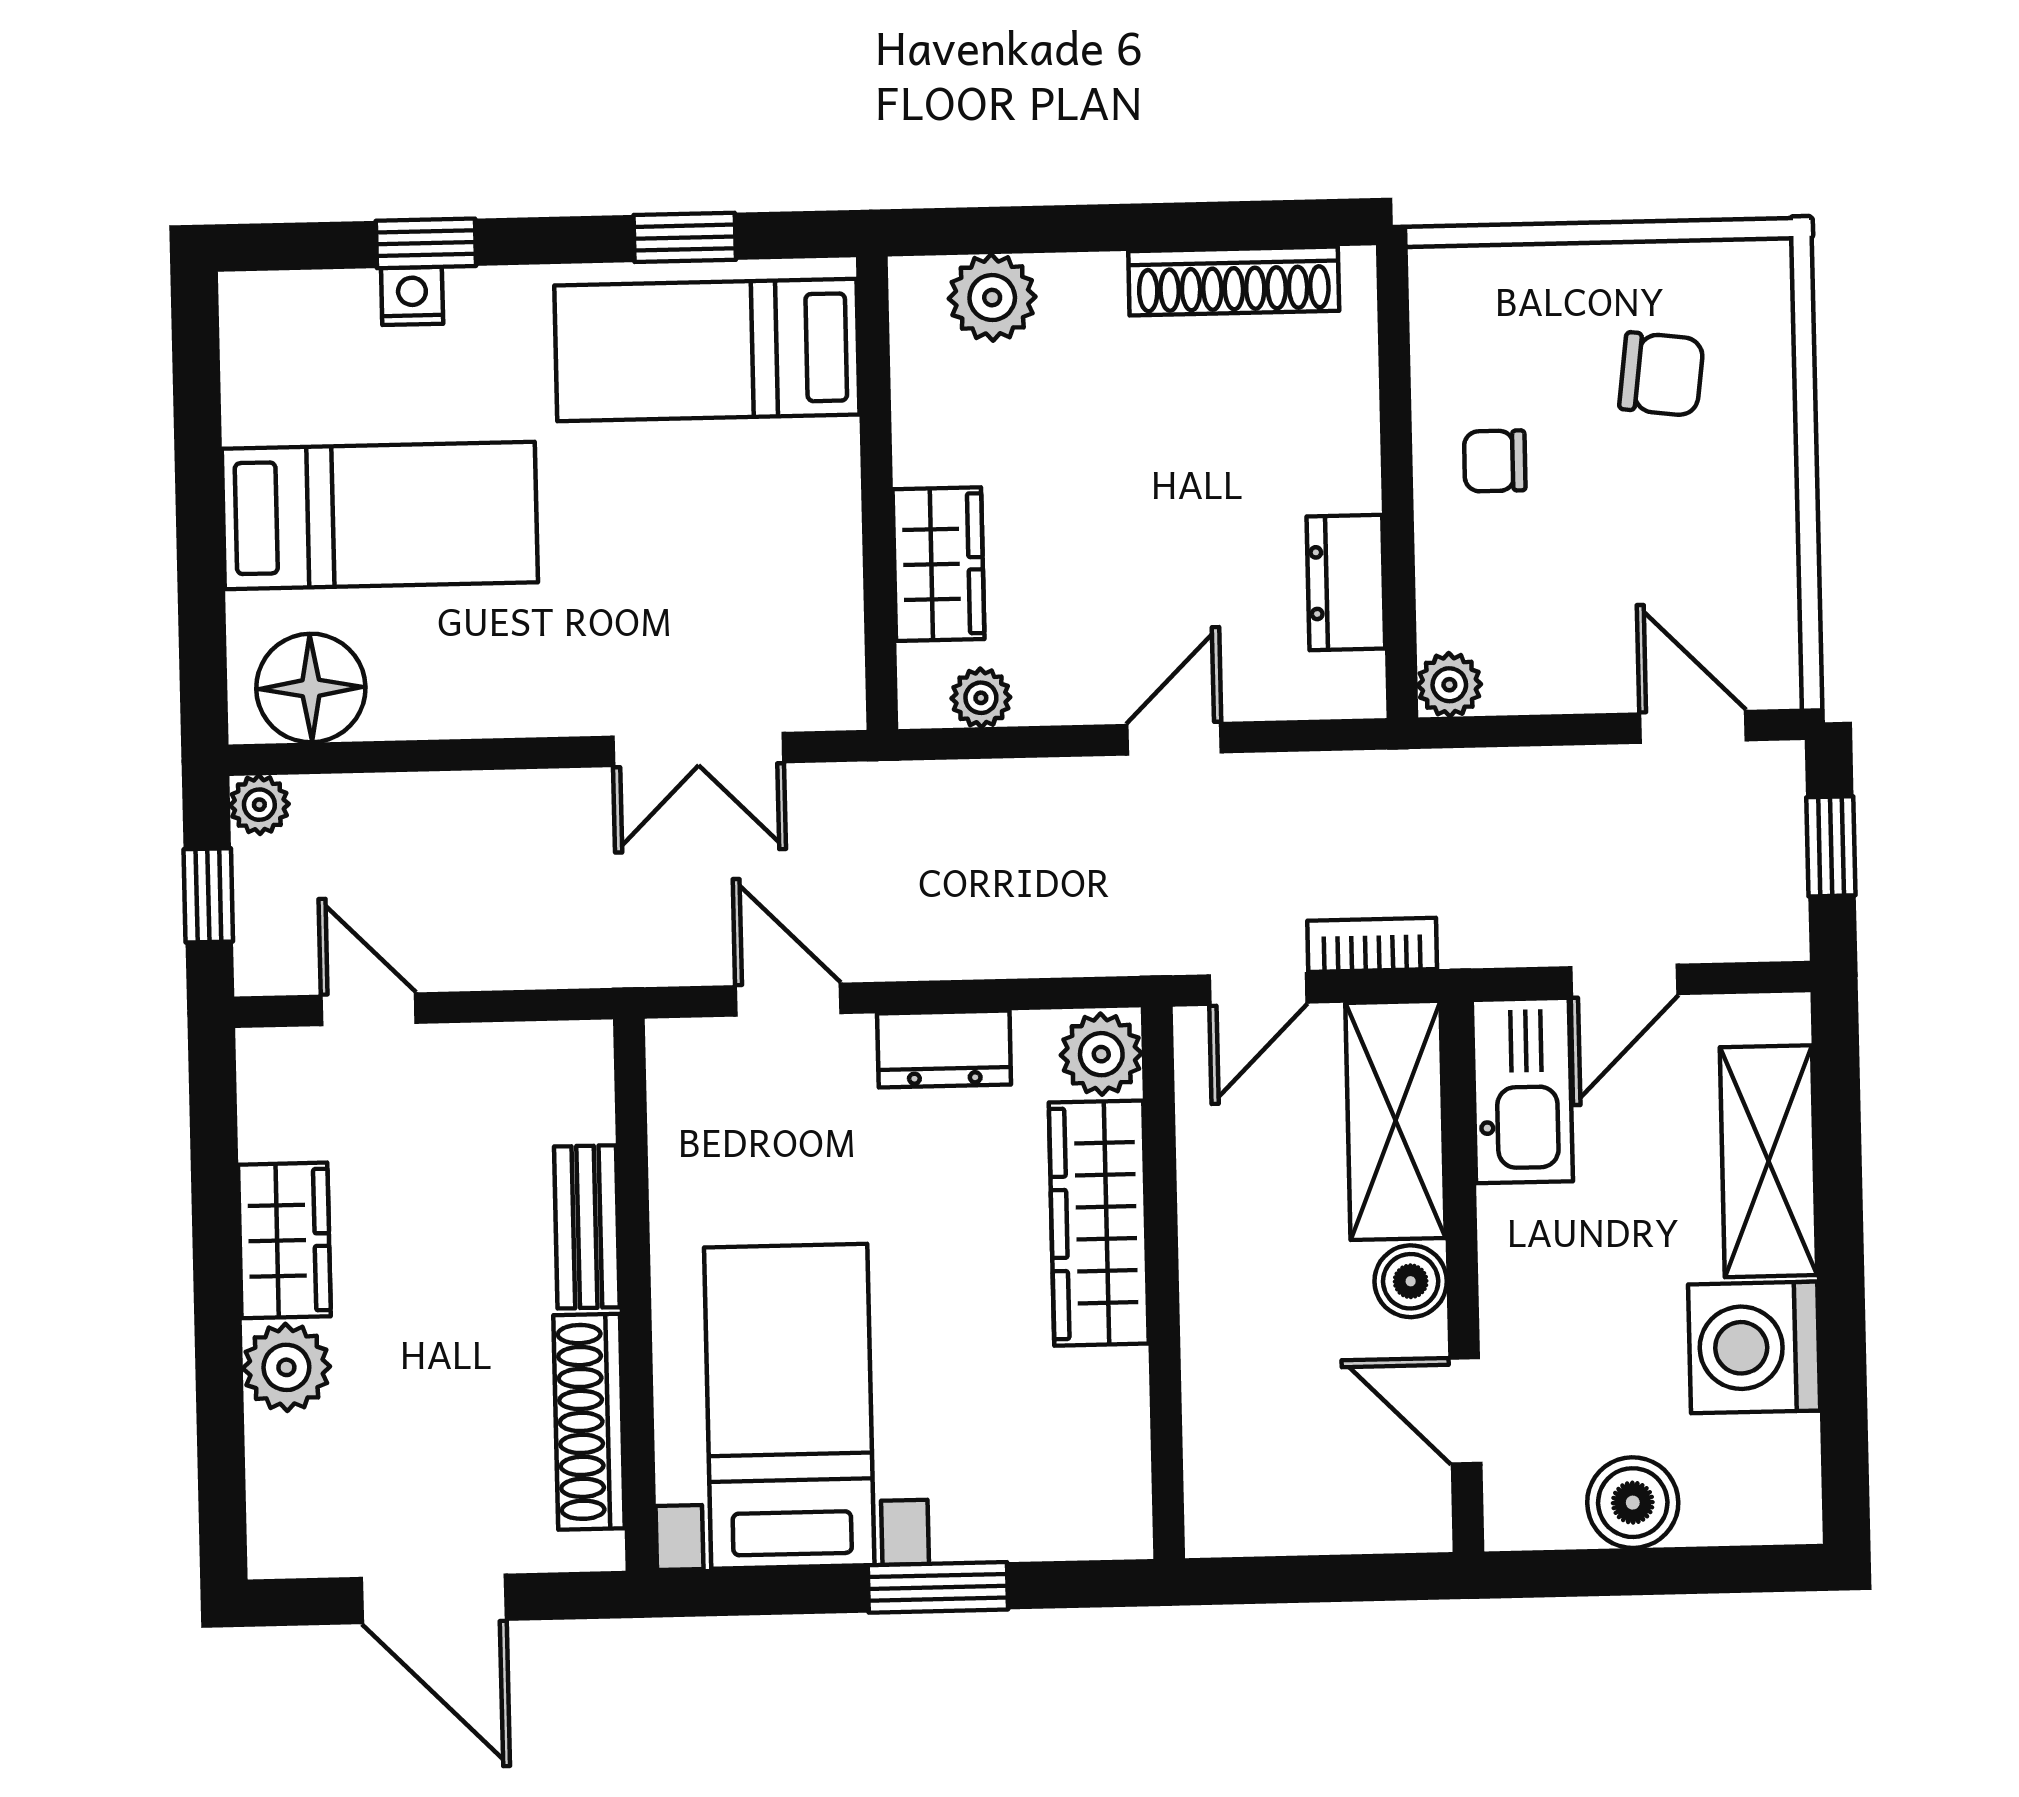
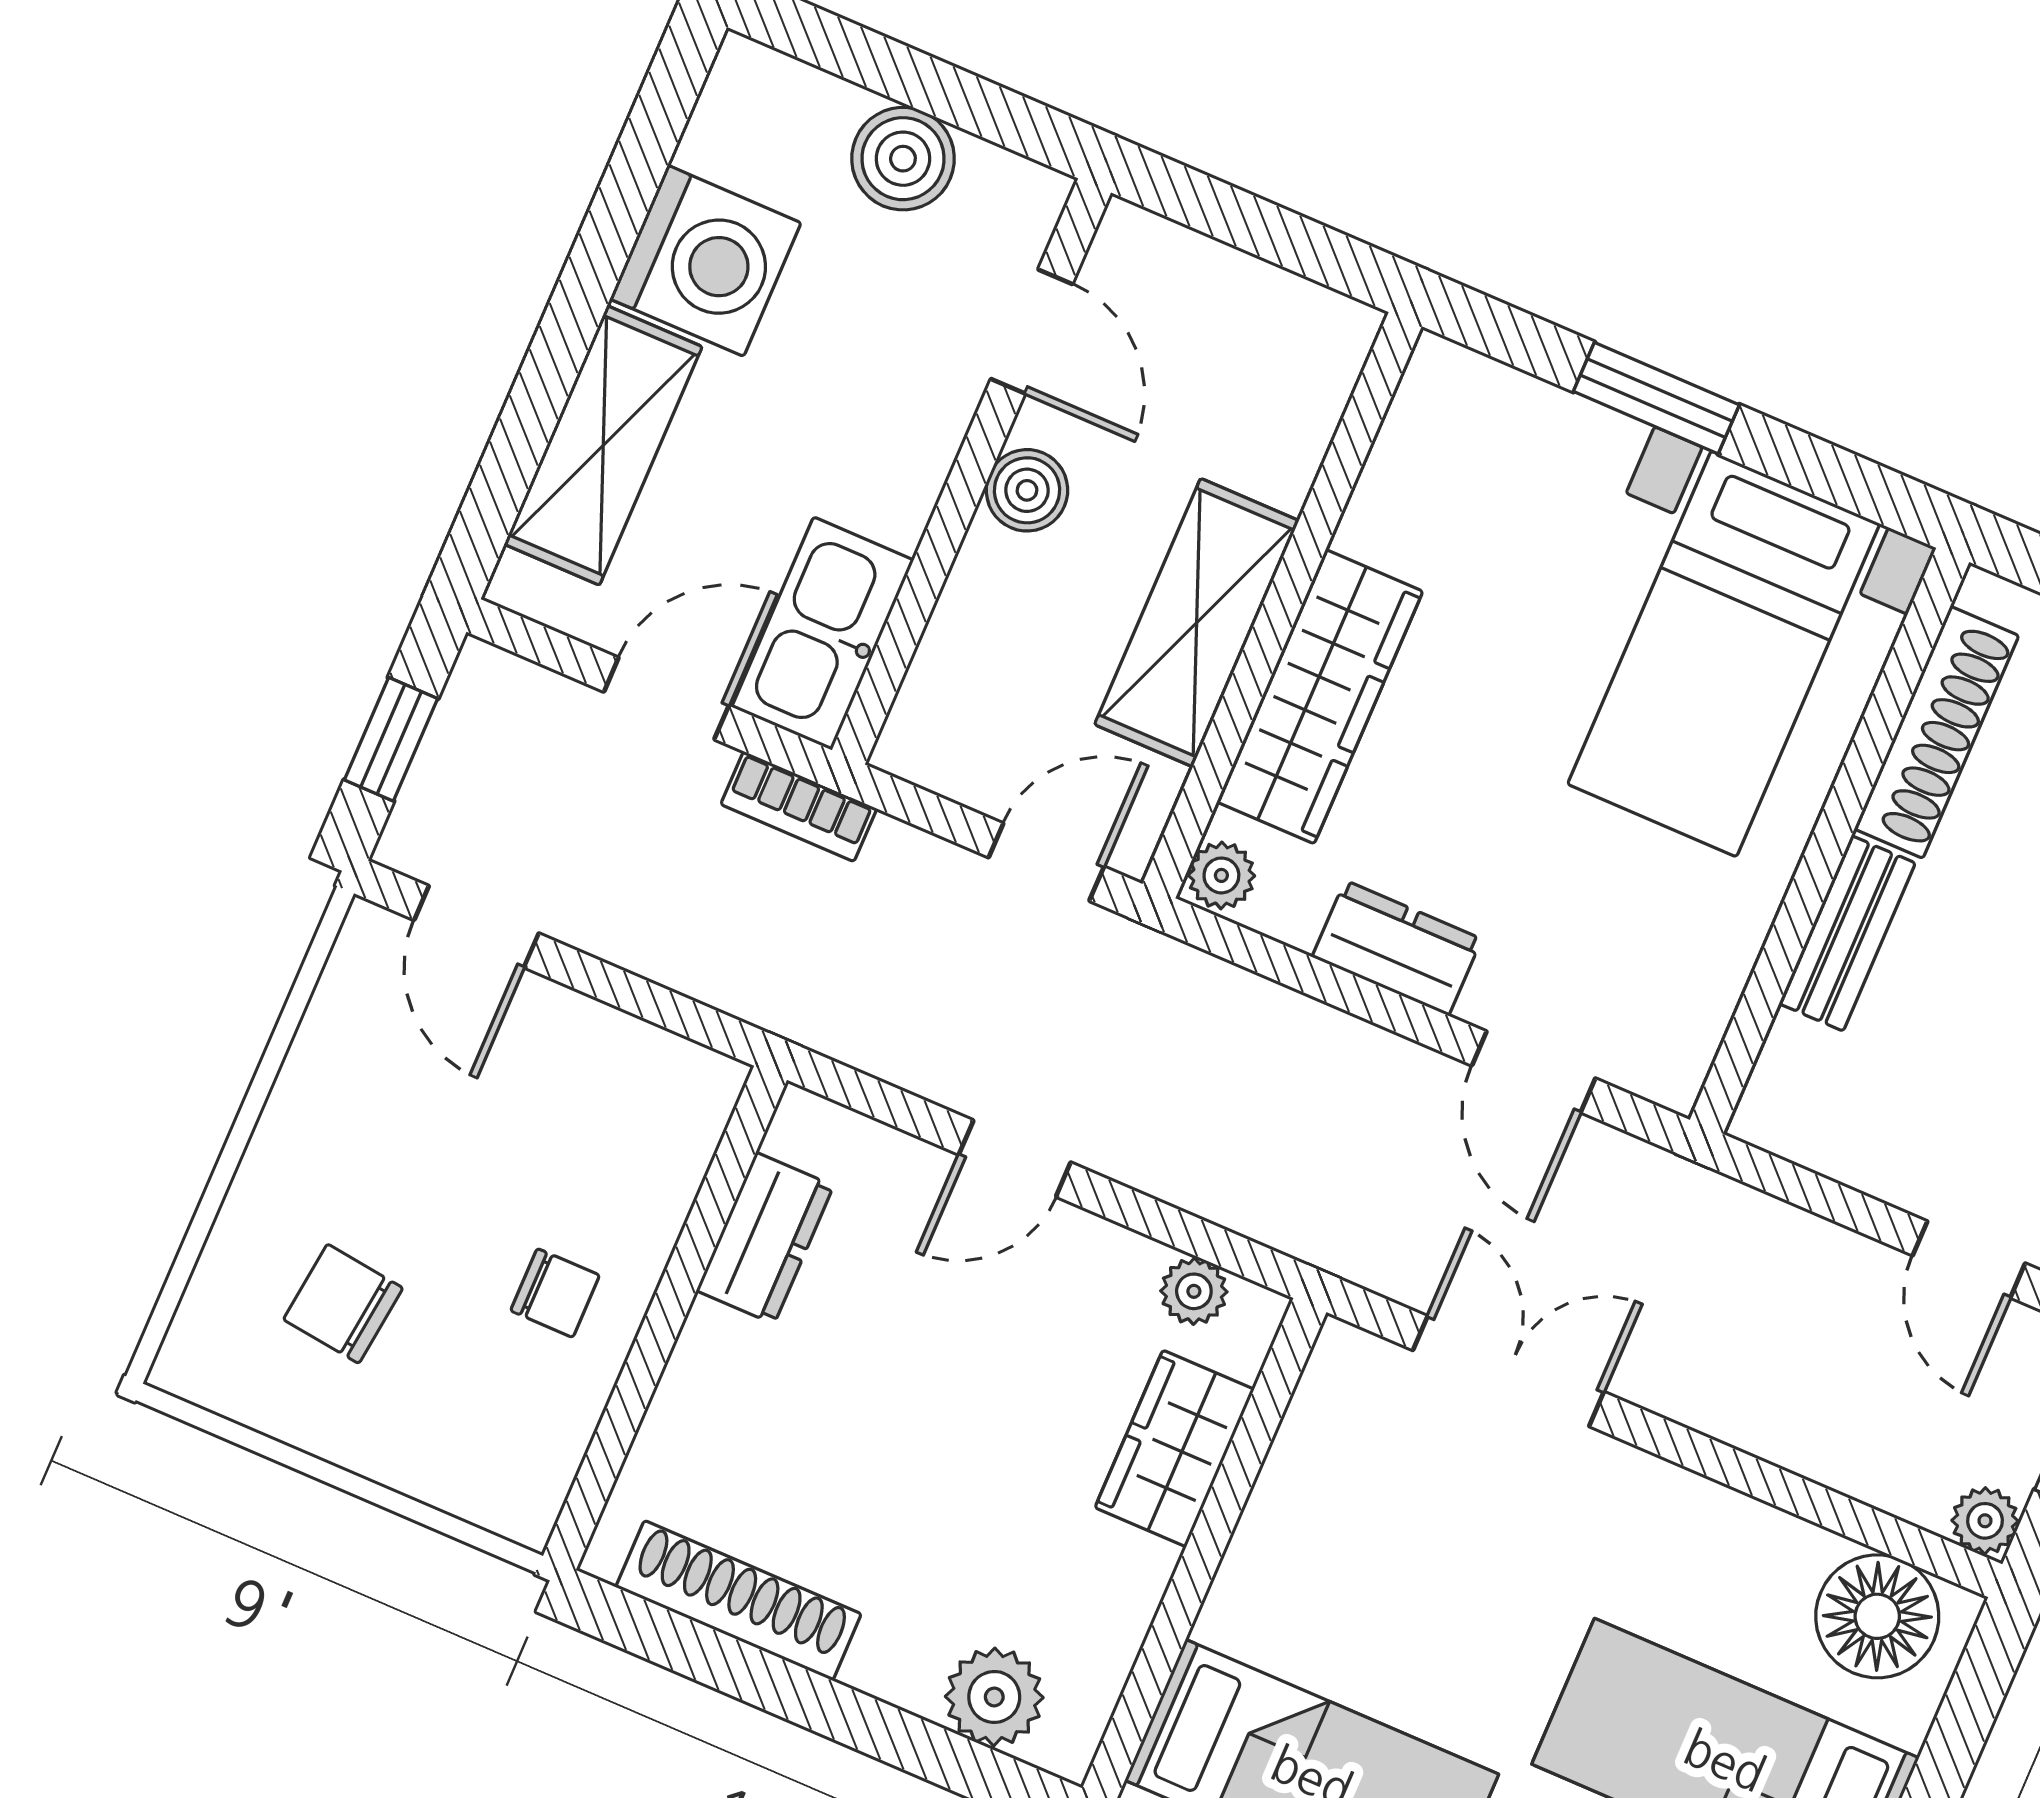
plant: (1449, 685) -> (707, 1085), removed
bookcase: (1372, 945) -> (799, 806), moved
plant: (1101, 1054) -> (1221, 875), width x0.73, depth x0.73
shelving: (1396, 1120) -> (1197, 623), moved

